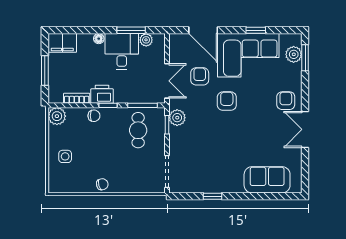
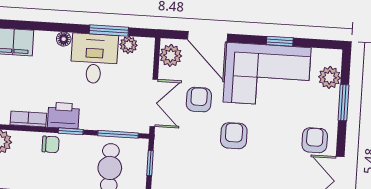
window: (305, 58) -> (344, 103), moved
plant: (177, 118) -> (171, 55), moved

